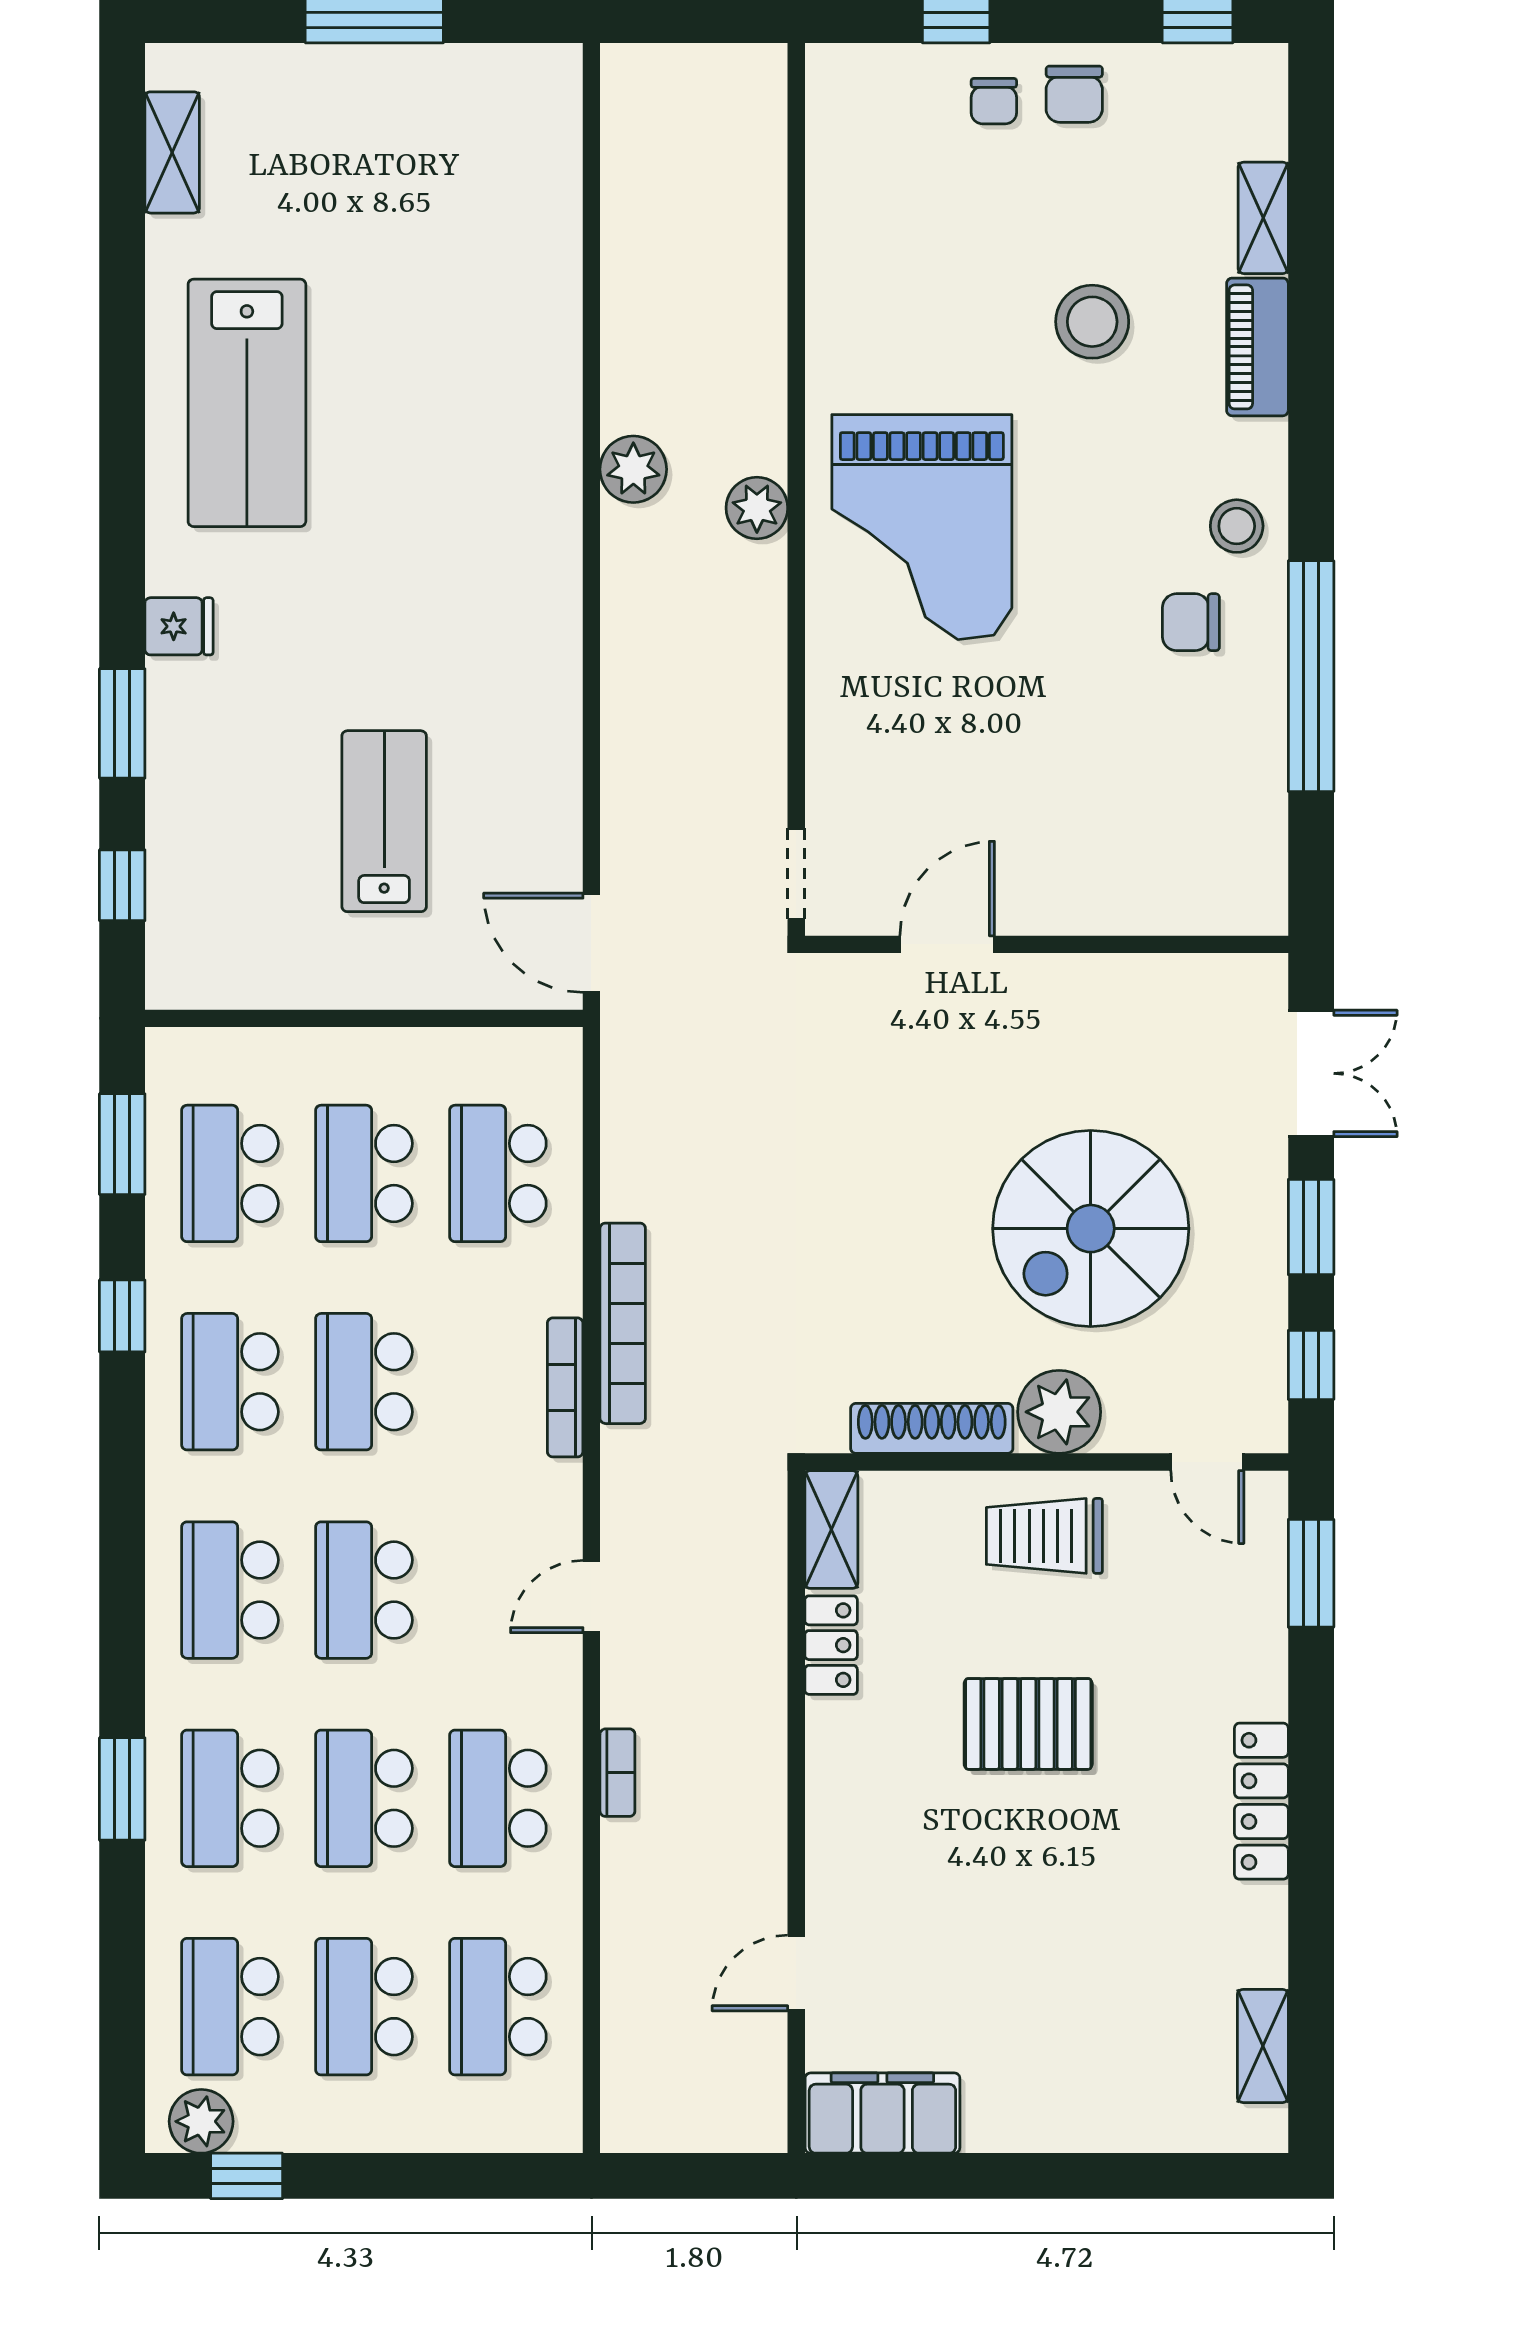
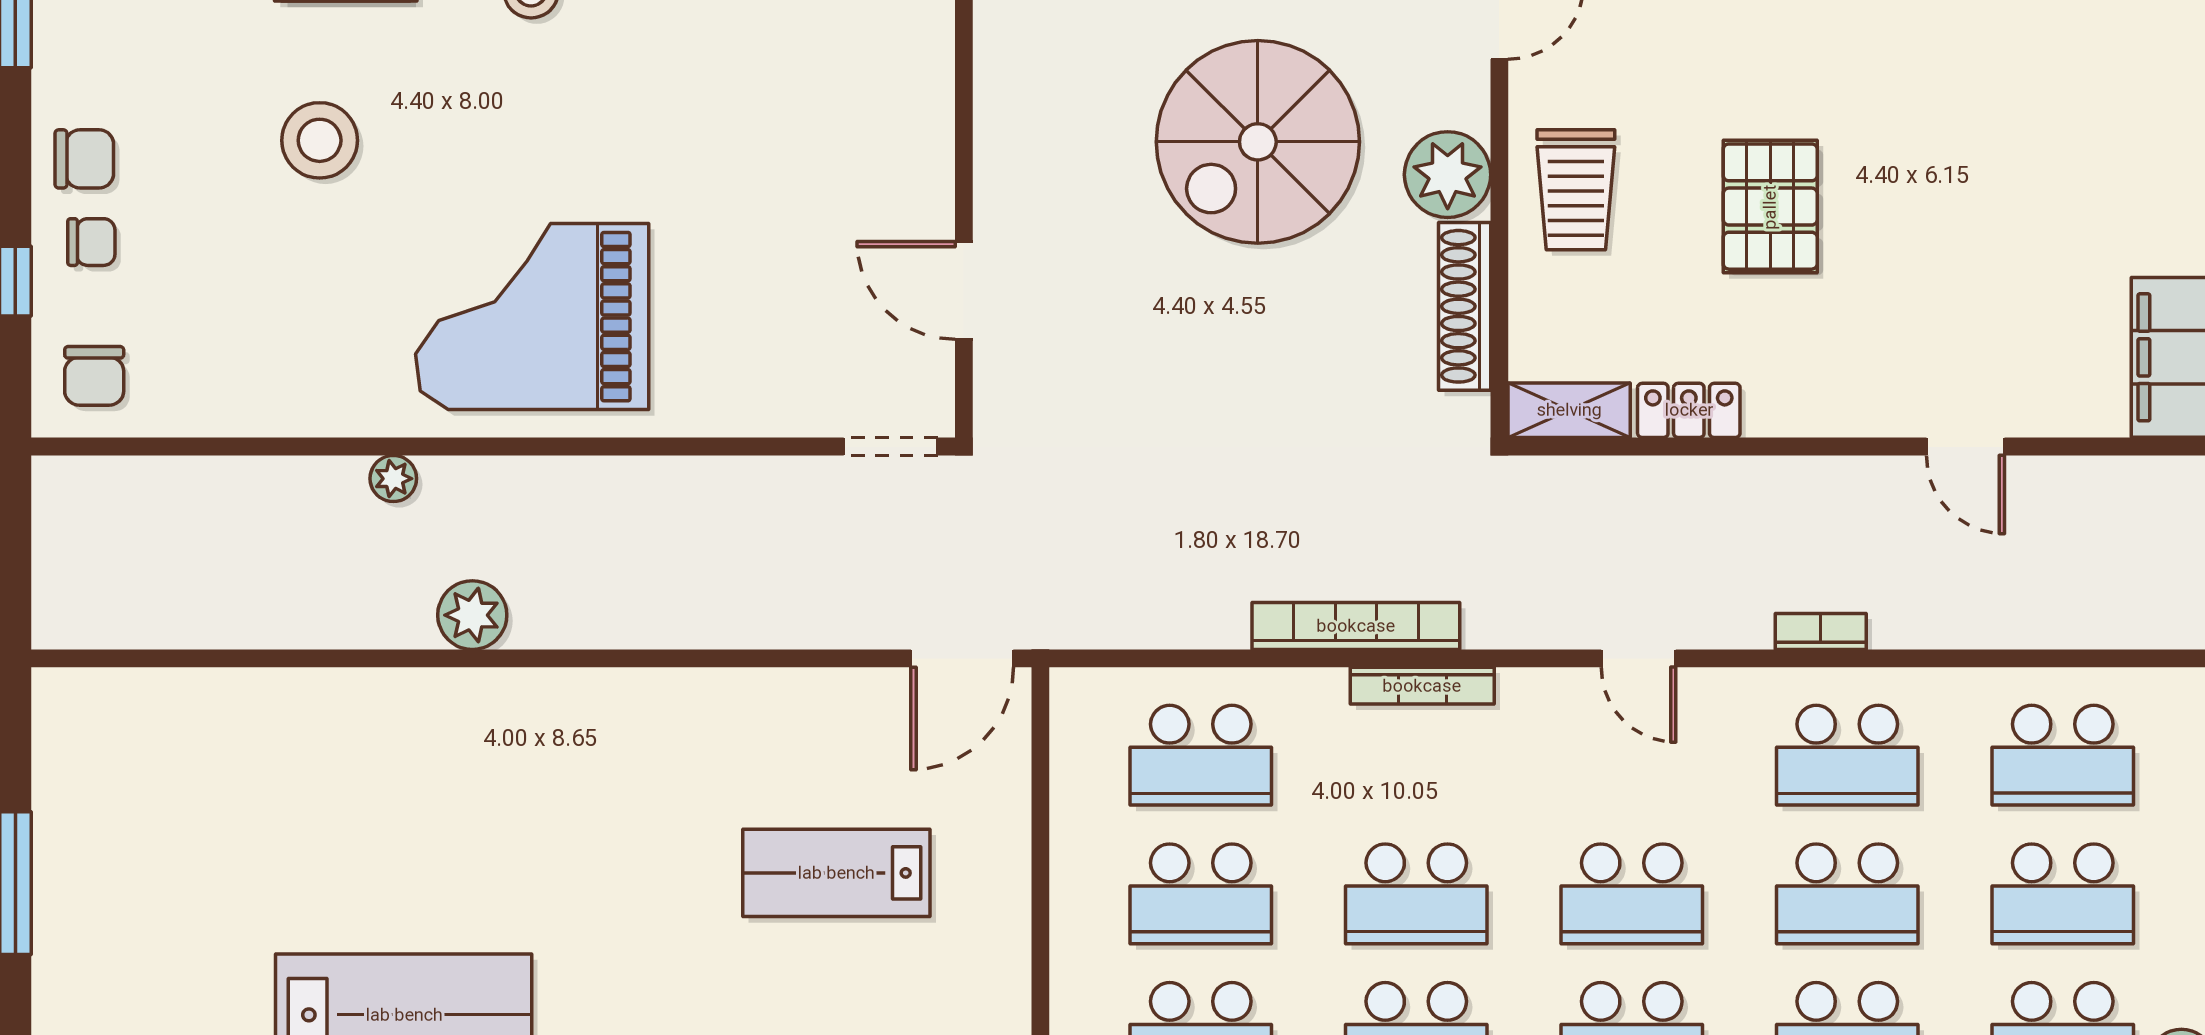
plant: (757, 508) -> (393, 479), moved, width x0.73, depth x0.73
grand piano: (922, 527) -> (532, 317), turned 180
chair: (1191, 622) -> (94, 376), moved
spiral stairs: (1091, 1229) -> (1258, 142), turned 90
door: (796, 1973) -> (1965, 447), moved

